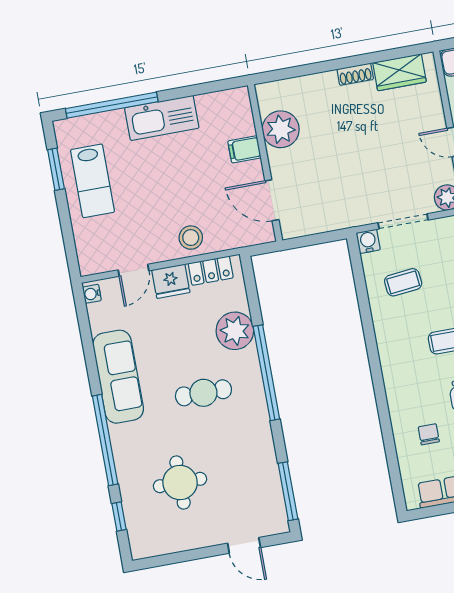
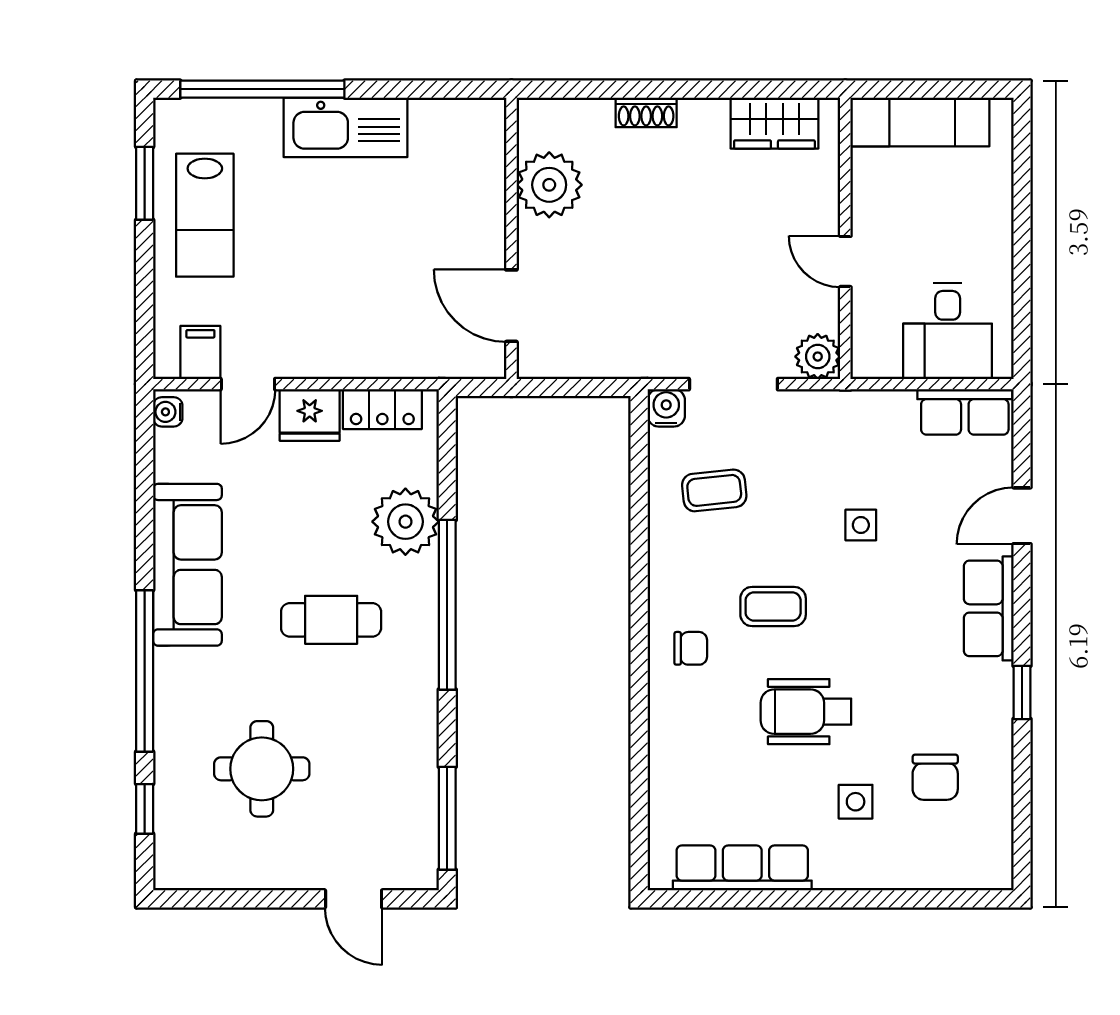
shoe rack: (355, 74) -> (646, 112), moved
filing cabinet: (244, 149) -> (200, 352), moved, turned 90
stool: (191, 238) -> (358, 345), removed
chair: (429, 434) -> (691, 648), moved, turned 90

